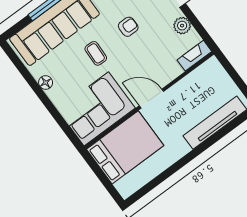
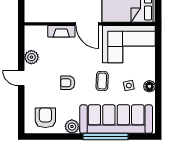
fireplace: (194, 56) -> (61, 31), moved
side table: (66, 68) -> (129, 86), added

